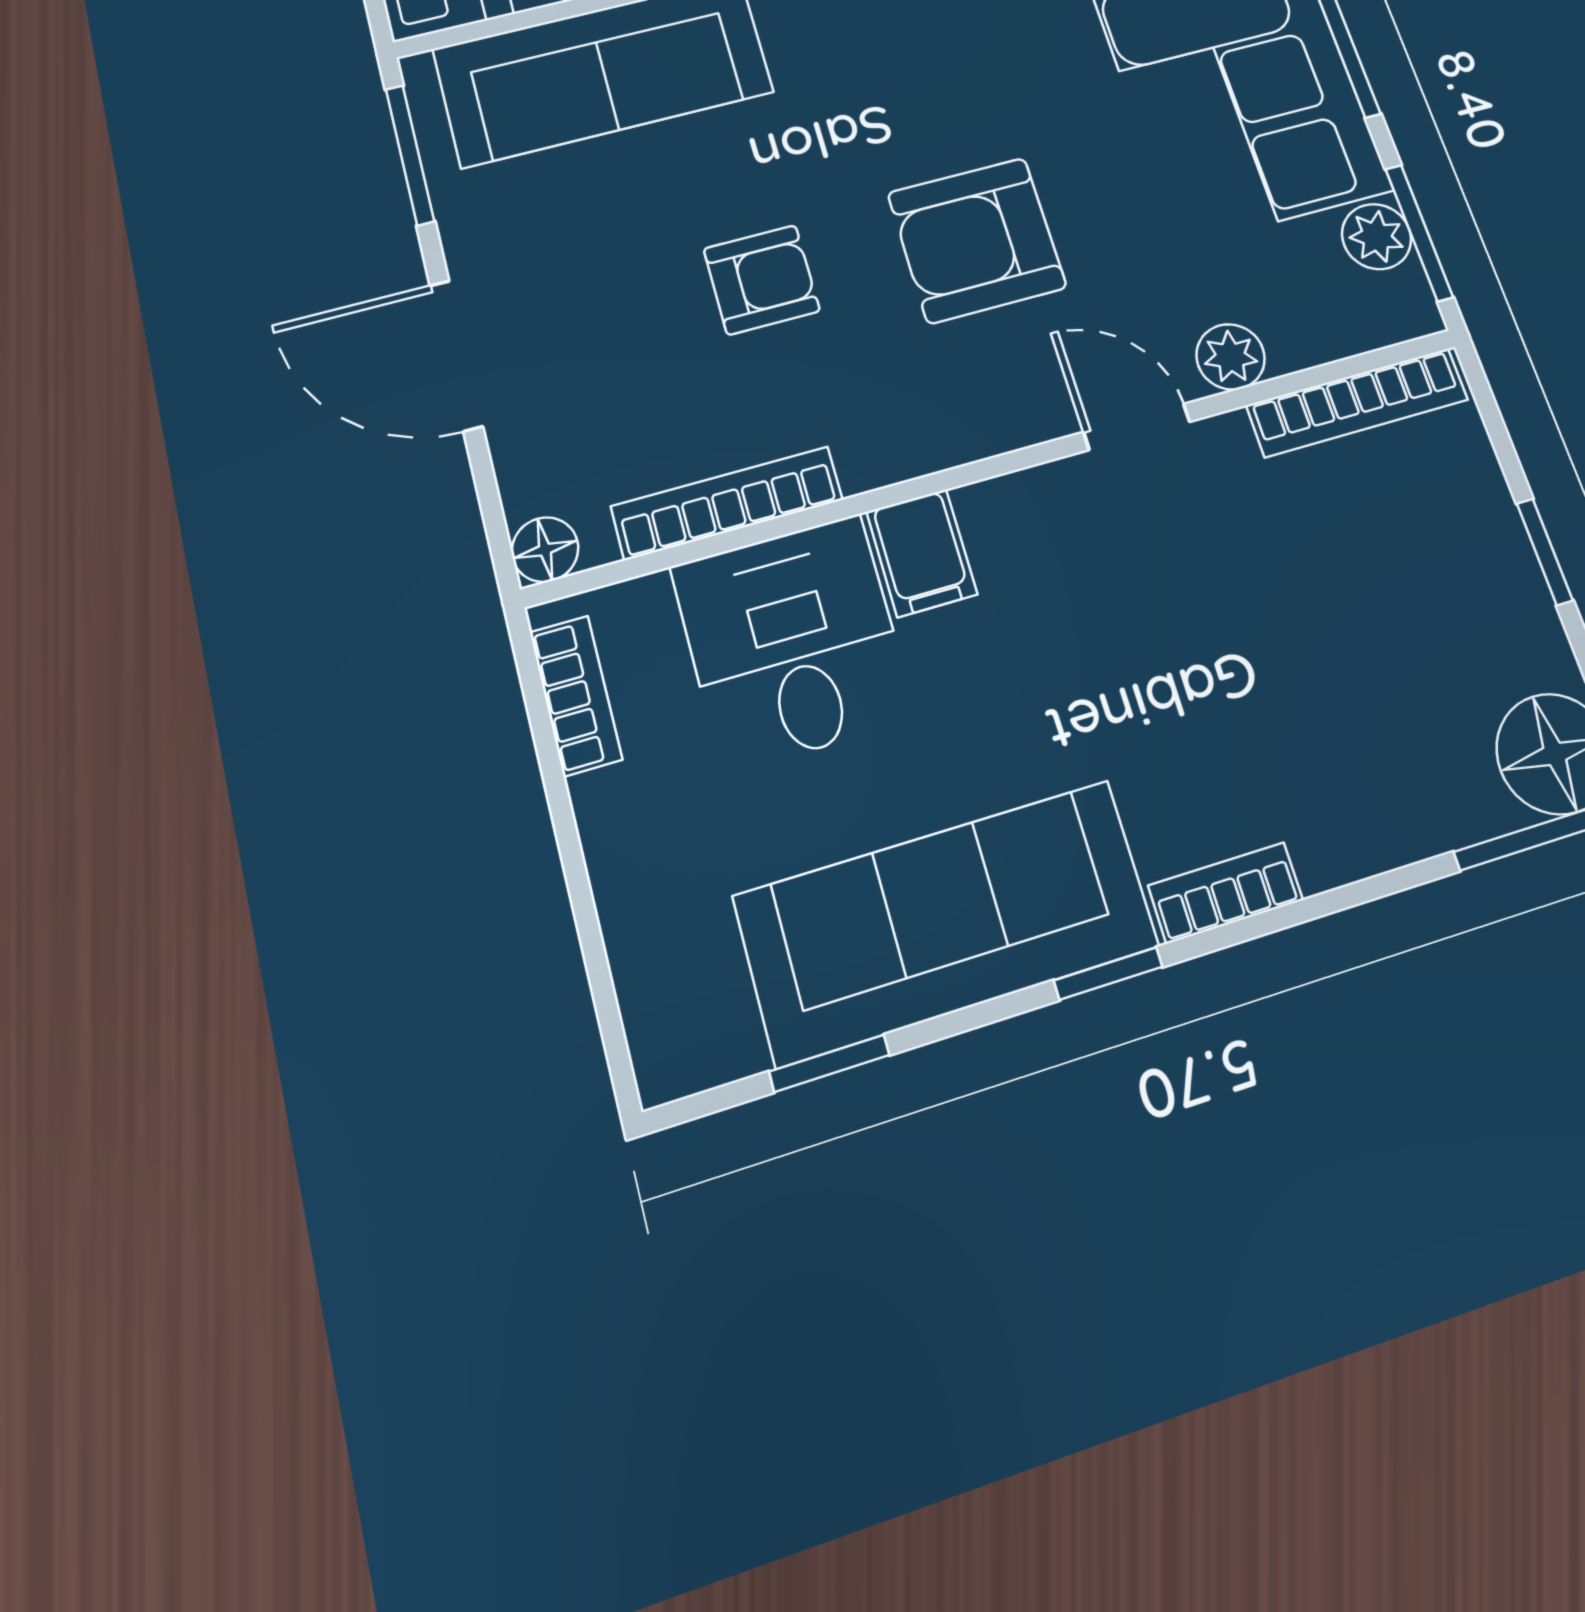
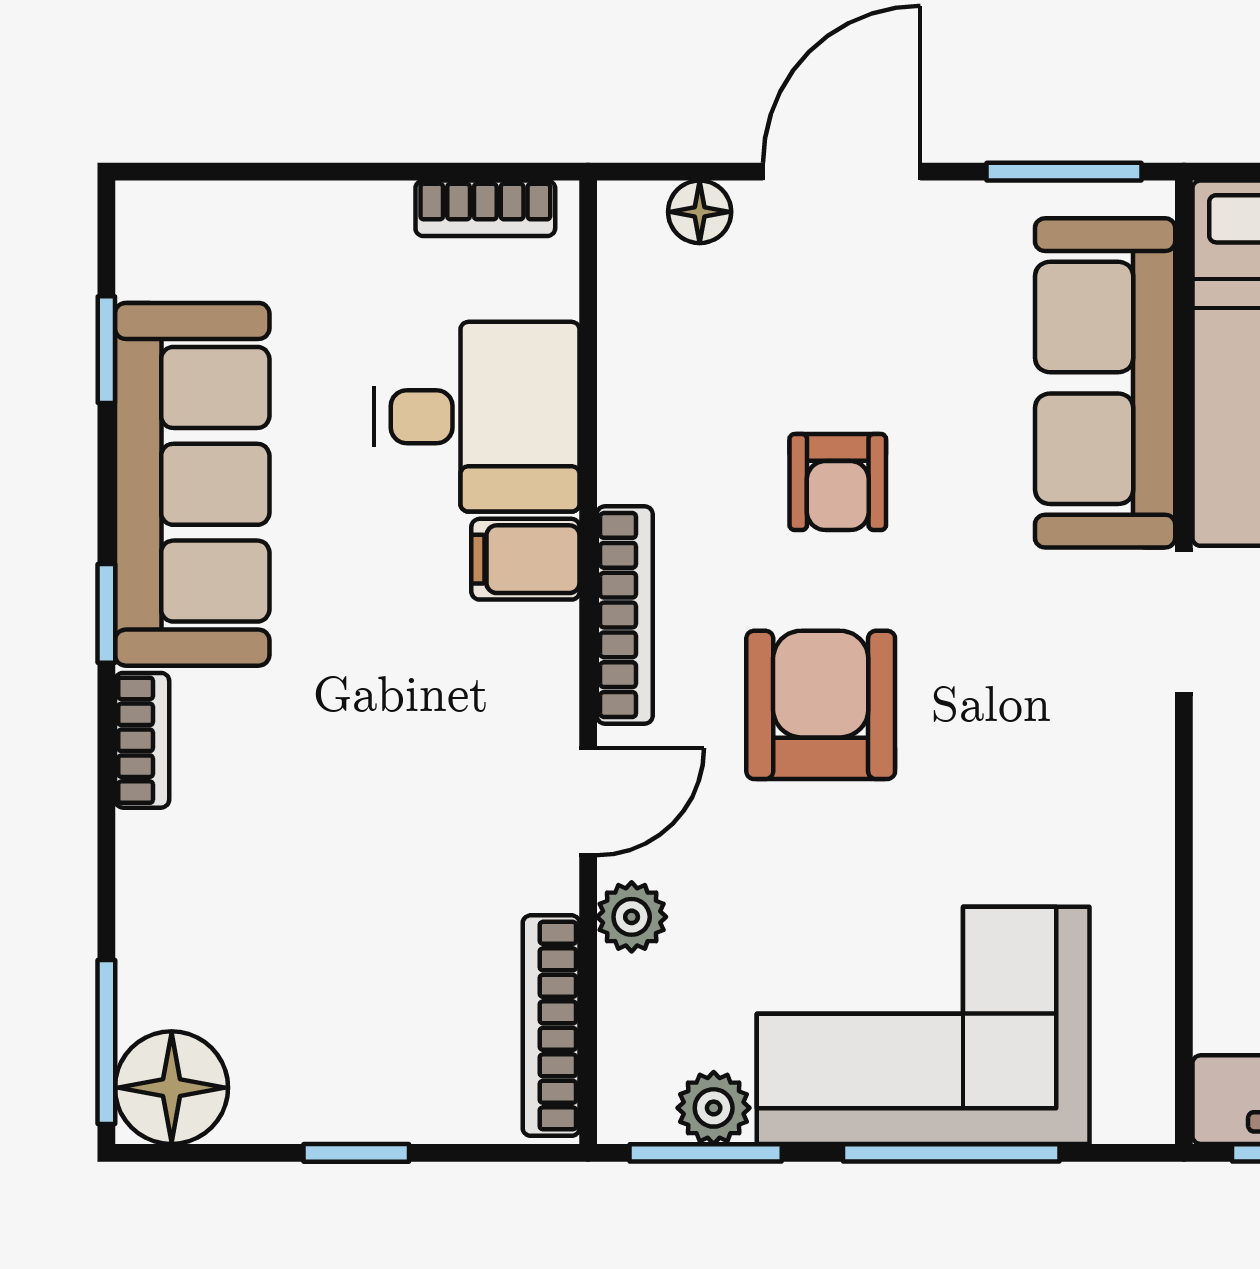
bookcase: (727, 503) -> (625, 615), moved
floor lamp: (545, 550) -> (700, 212), moved

